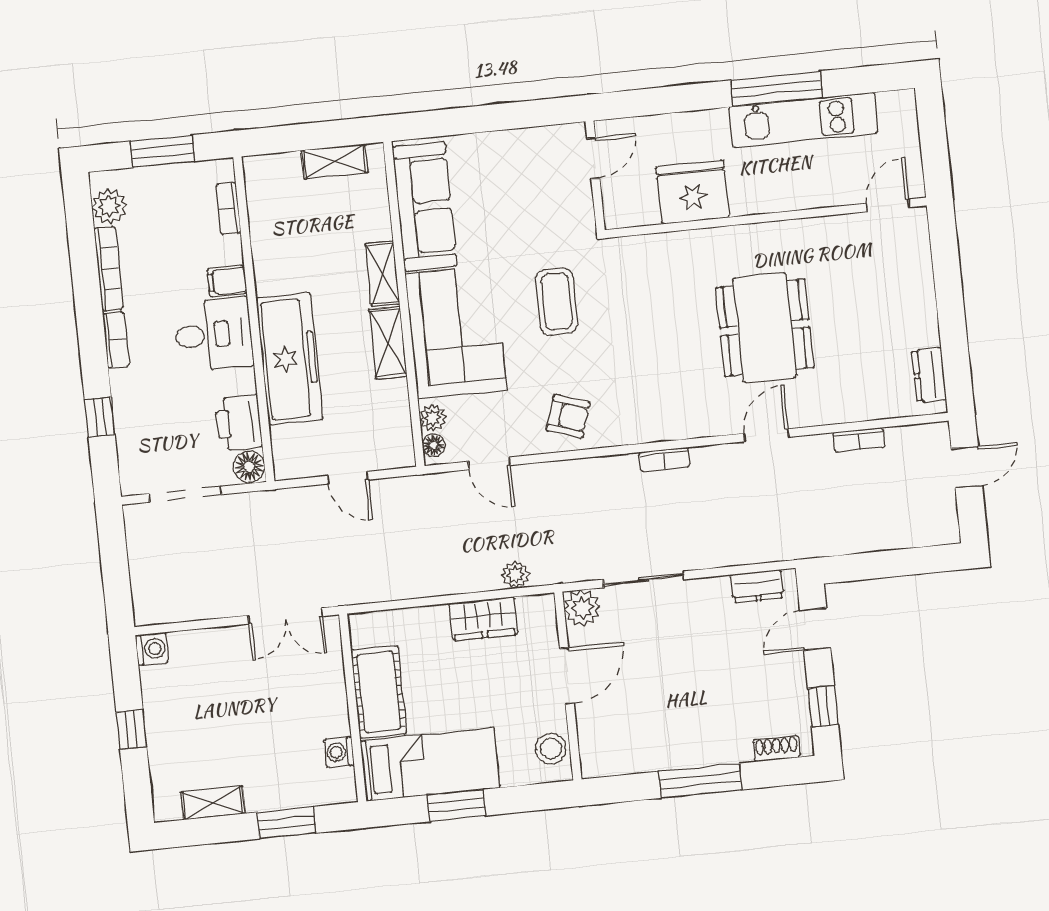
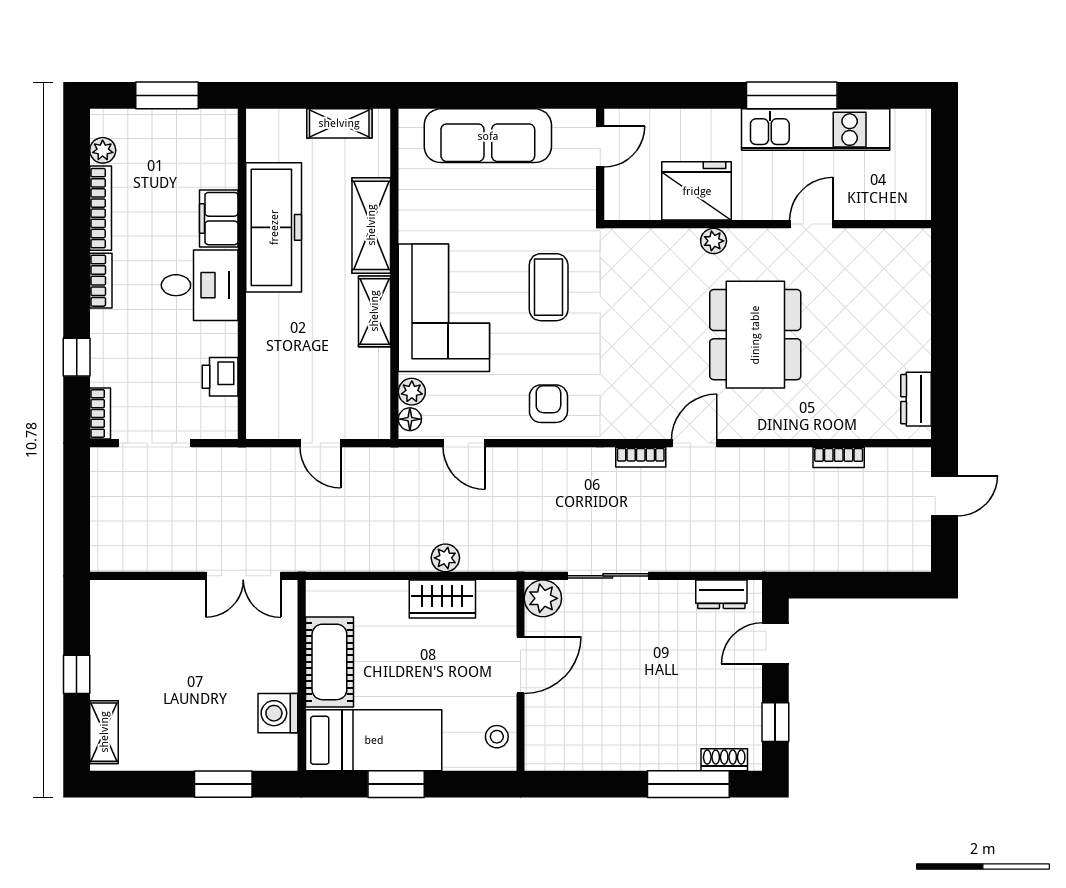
door: (888, 205) -> (811, 224), moved
plant: (109, 206) -> (103, 150), width x0.73, depth x0.73
sofa: (425, 206) -> (488, 136), moved, turned 90
bookcase: (228, 209) -> (100, 413), moved, turned 180
plant: (714, 240) -> (714, 241), added
shelving: (383, 274) -> (371, 225), width x1.50, depth x1.33
filing cabinet: (227, 281) -> (219, 219), width x2.00
freezer: (289, 359) -> (274, 227), moved
armchair: (568, 416) -> (548, 404), turned -108
printer: (239, 423) -> (220, 377), width x0.73, depth x0.81
door: (766, 435) -> (694, 443), moved
floor lamp: (249, 467) -> (222, 422), removed
plant: (516, 575) -> (445, 558), moved
washing machine: (152, 649) -> (105, 595), removed
stool: (551, 749) -> (497, 737), width x0.73, depth x0.73
washing machine: (339, 752) -> (278, 713), width x1.38, depth x1.38
window: (700, 781) -> (688, 784), moved
shelving: (213, 803) -> (104, 732), moved, turned 90

